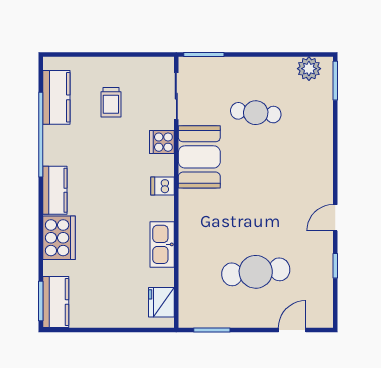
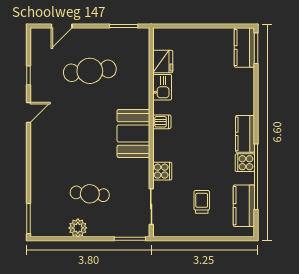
plant: (309, 69) -> (78, 228), moved
booth: (199, 157) -> (133, 133), moved
dishwasher: (163, 186) -> (162, 122), moved
cooker: (59, 238) -> (245, 163), moved, width x0.53, depth x0.76
kitchen sink: (162, 244) -> (162, 87), width x0.73
fridge: (161, 302) -> (163, 61), moved

